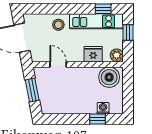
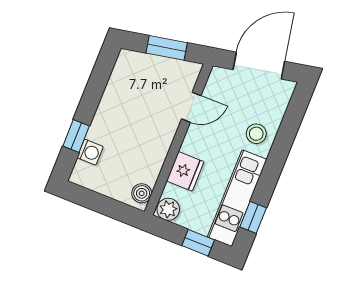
boiler: (109, 77) -> (142, 193), width x0.54, depth x0.54

